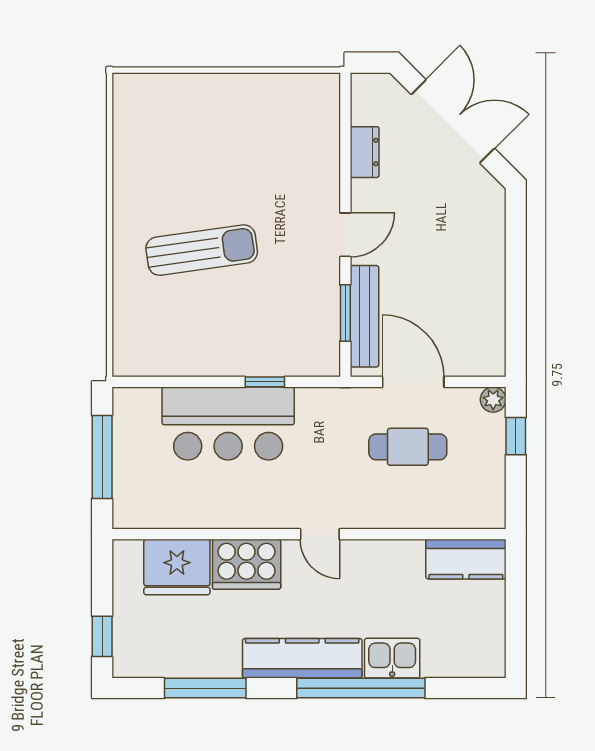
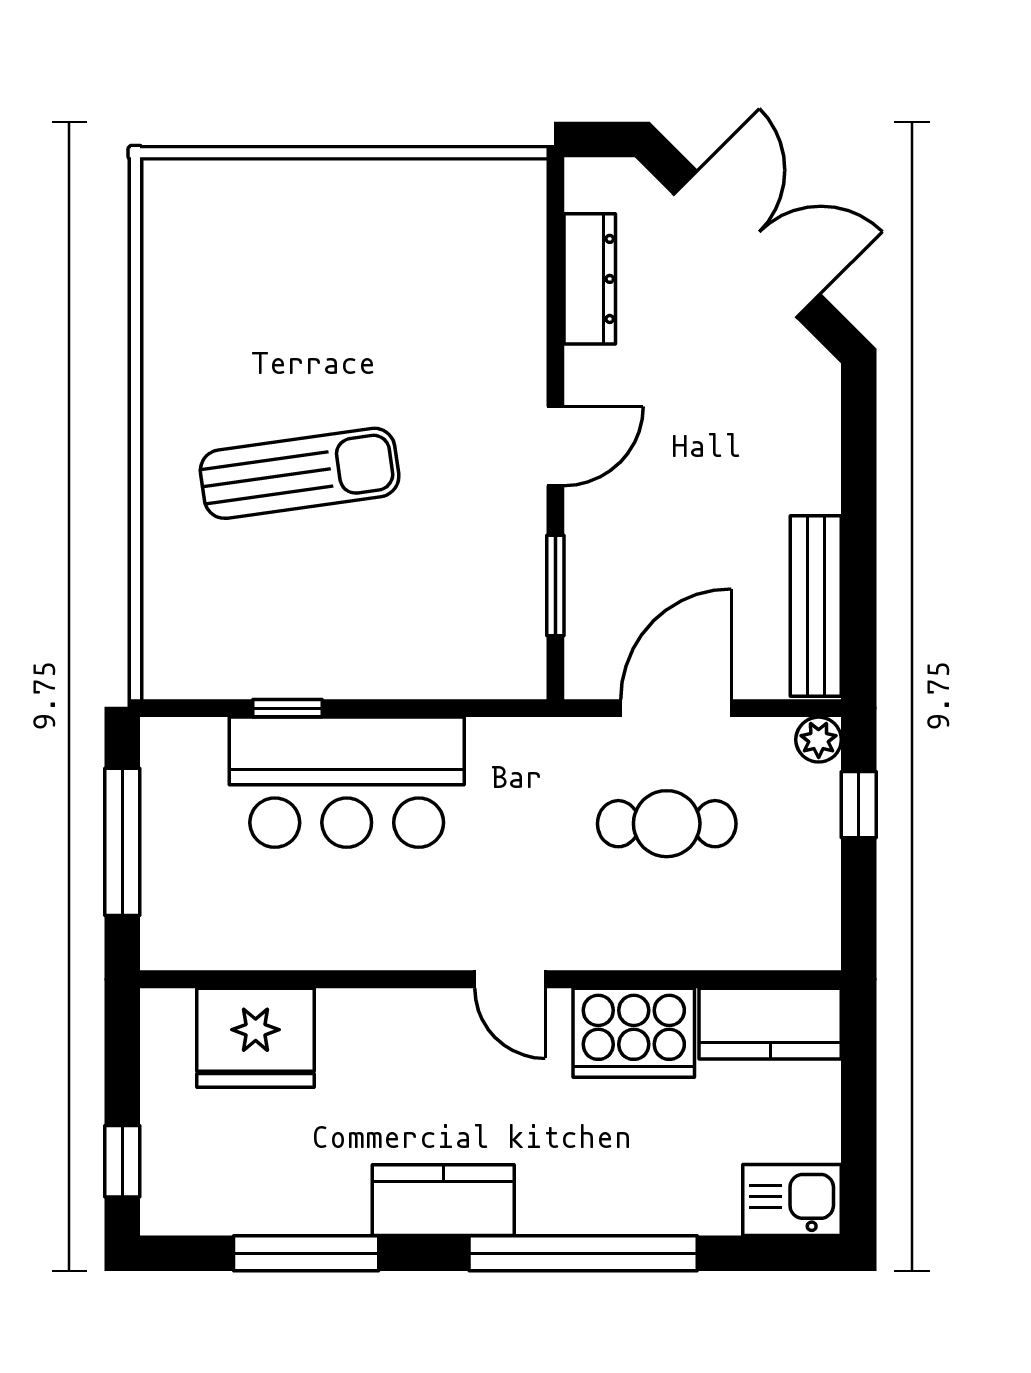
dresser: (365, 152) -> (590, 279), width x1.44
bench: (365, 316) -> (816, 606), moved
window: (265, 382) -> (288, 708), moved
door: (413, 382) -> (676, 708), hinge flipped
cooker: (247, 564) -> (634, 1033), moved
kitchen counter: (302, 658) -> (443, 1200), width x0.67
kitchen sink: (392, 658) -> (792, 1200), moved

